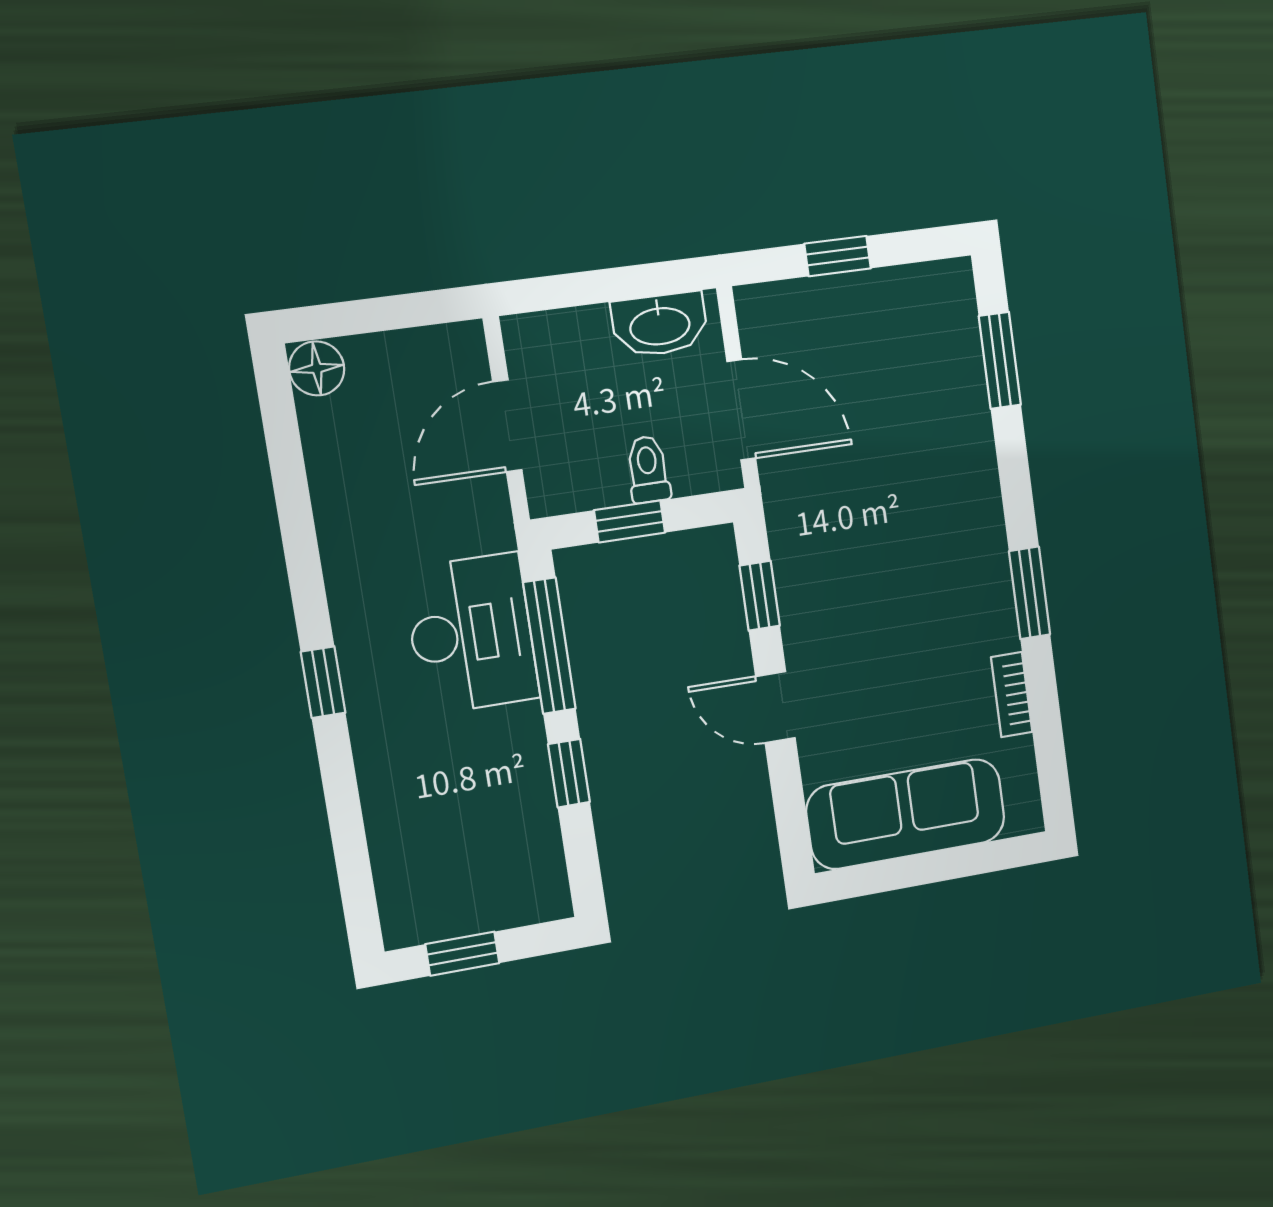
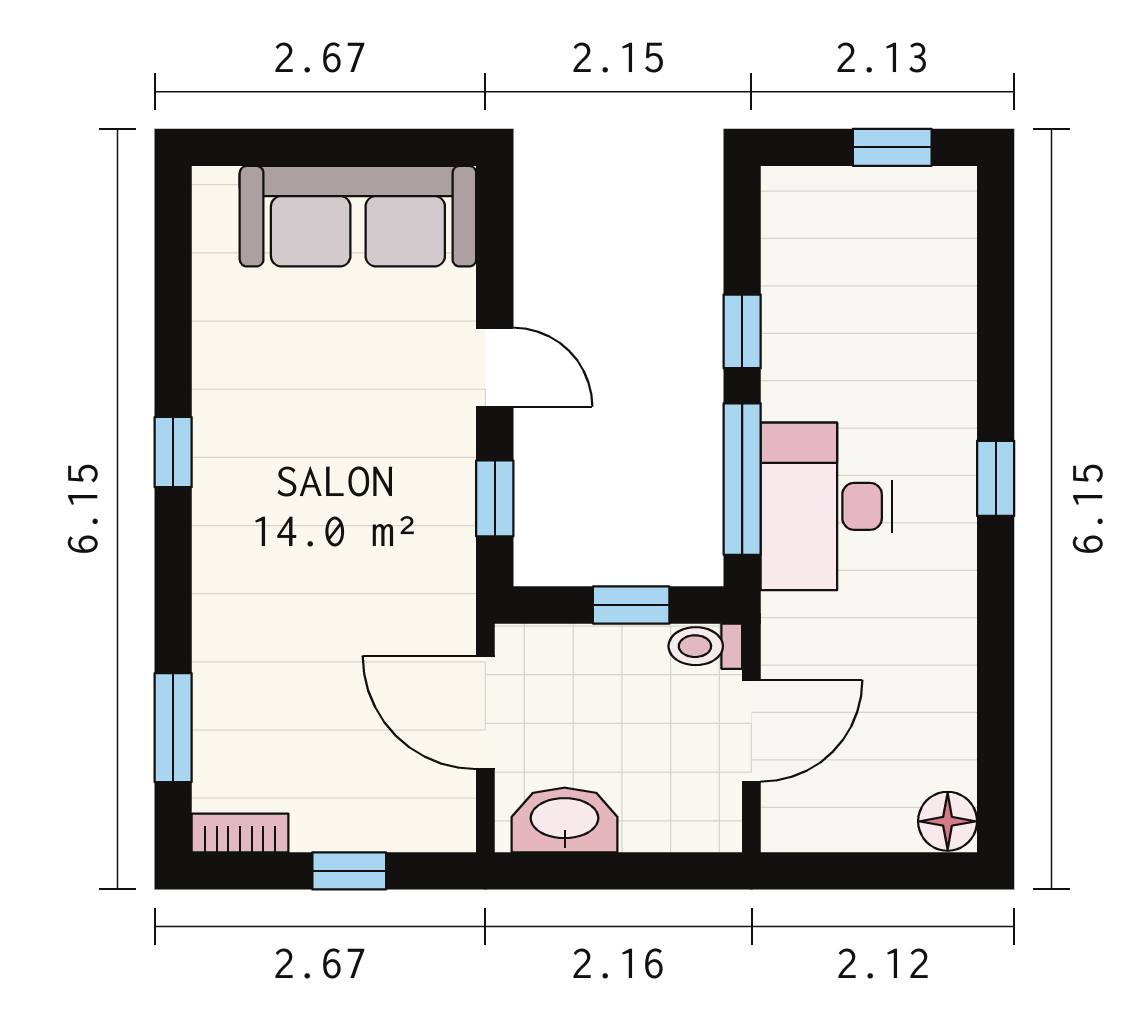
toilet: (648, 469) -> (705, 646), moved, turned 90
window: (1030, 593) -> (173, 452), width x0.67
bookcase: (1012, 695) -> (240, 833), moved, turned -90

